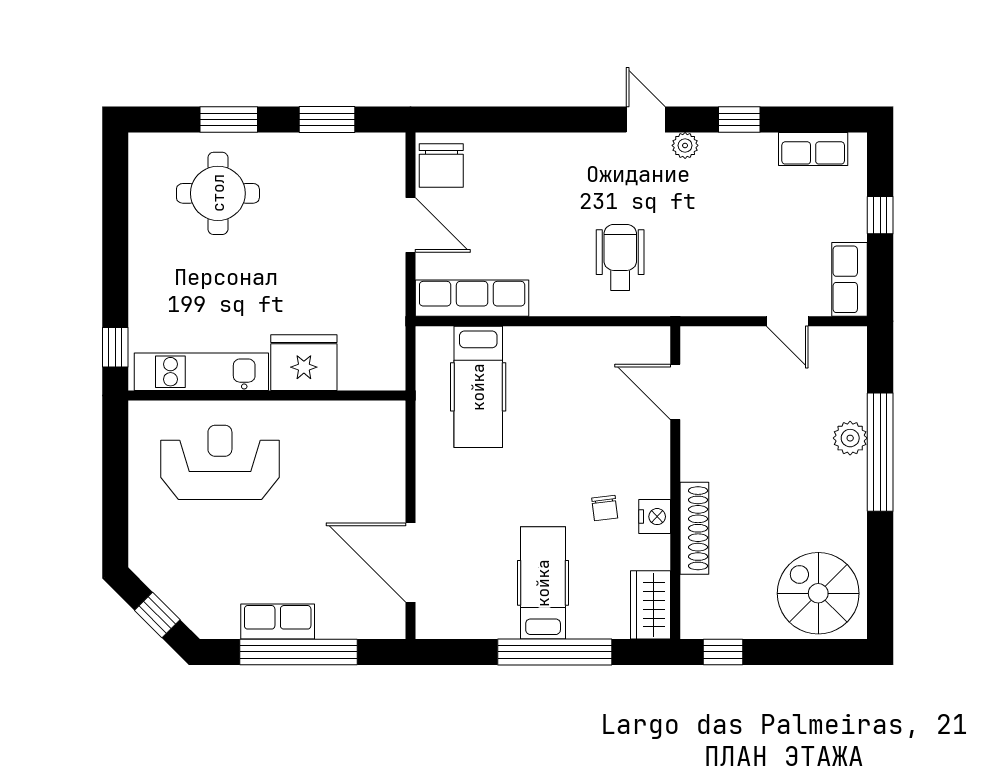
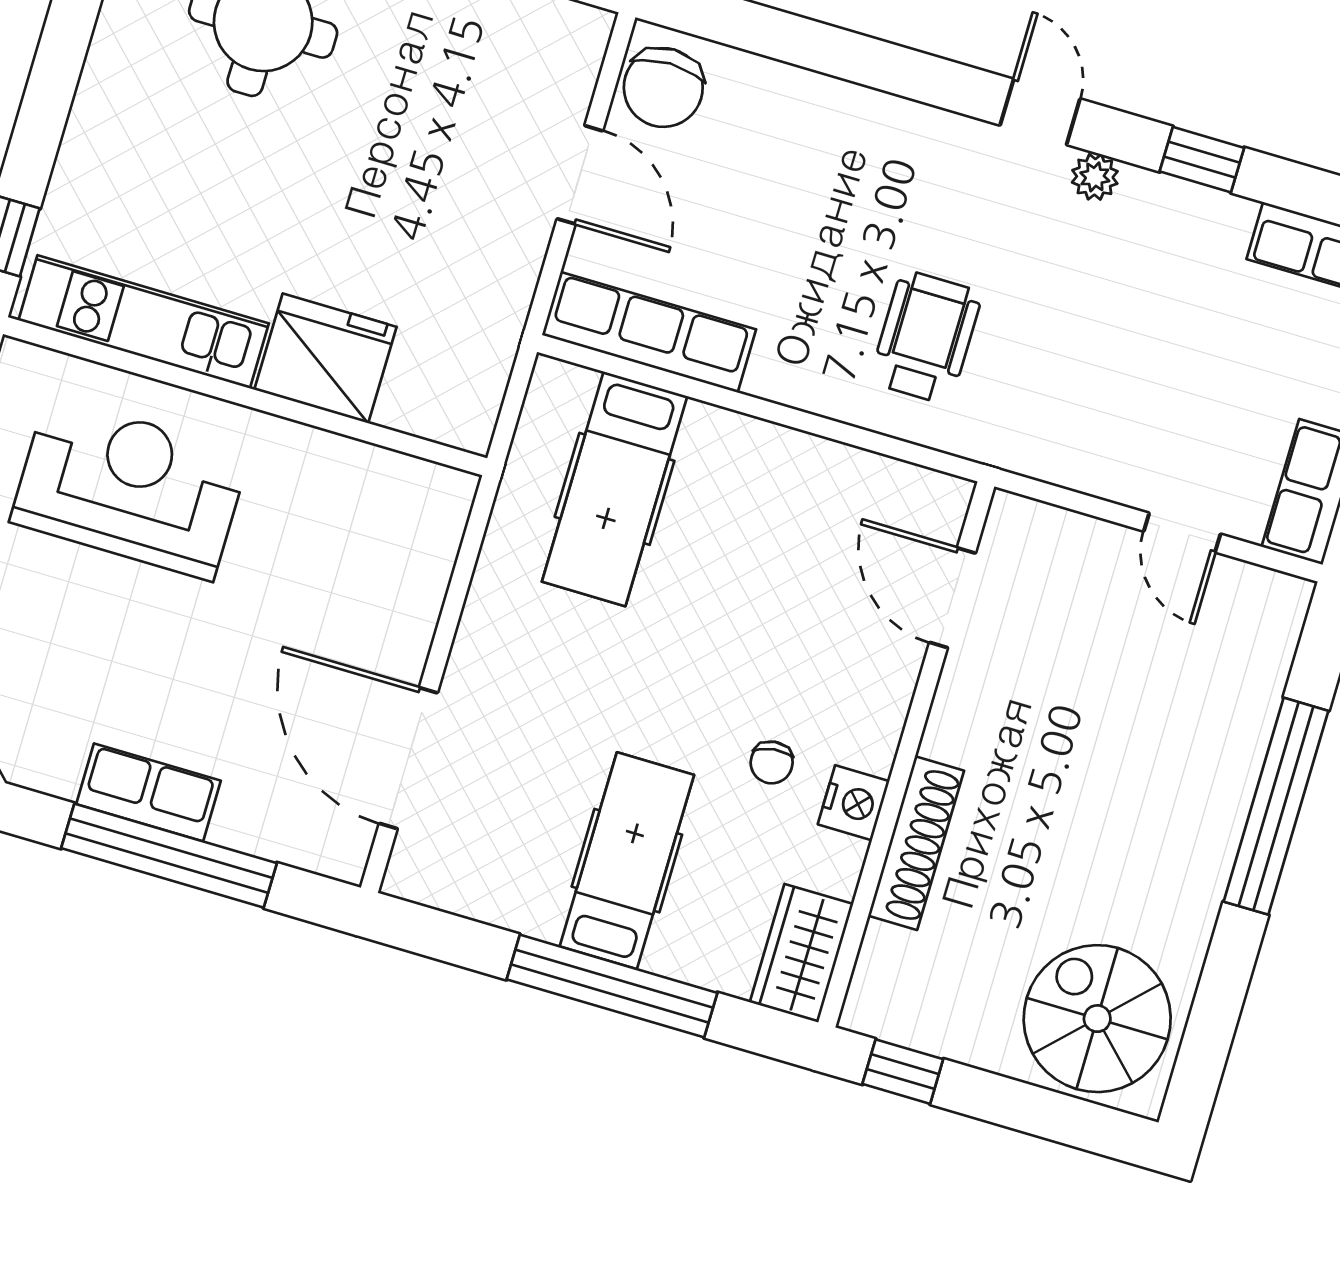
plant: (850, 438) -> (1231, 767), removed

